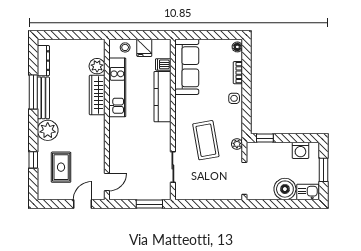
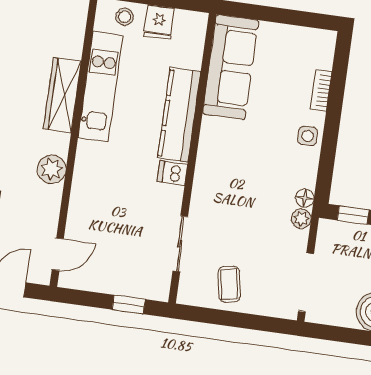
floor lamp: (237, 47) -> (305, 198), moved
dishwasher: (163, 64) -> (173, 173), moved
plant: (97, 66) -> (52, 169), moved
coffee table: (206, 140) -> (229, 284), moved, width x0.54, depth x0.58
window: (149, 204) -> (129, 304), width x0.67

